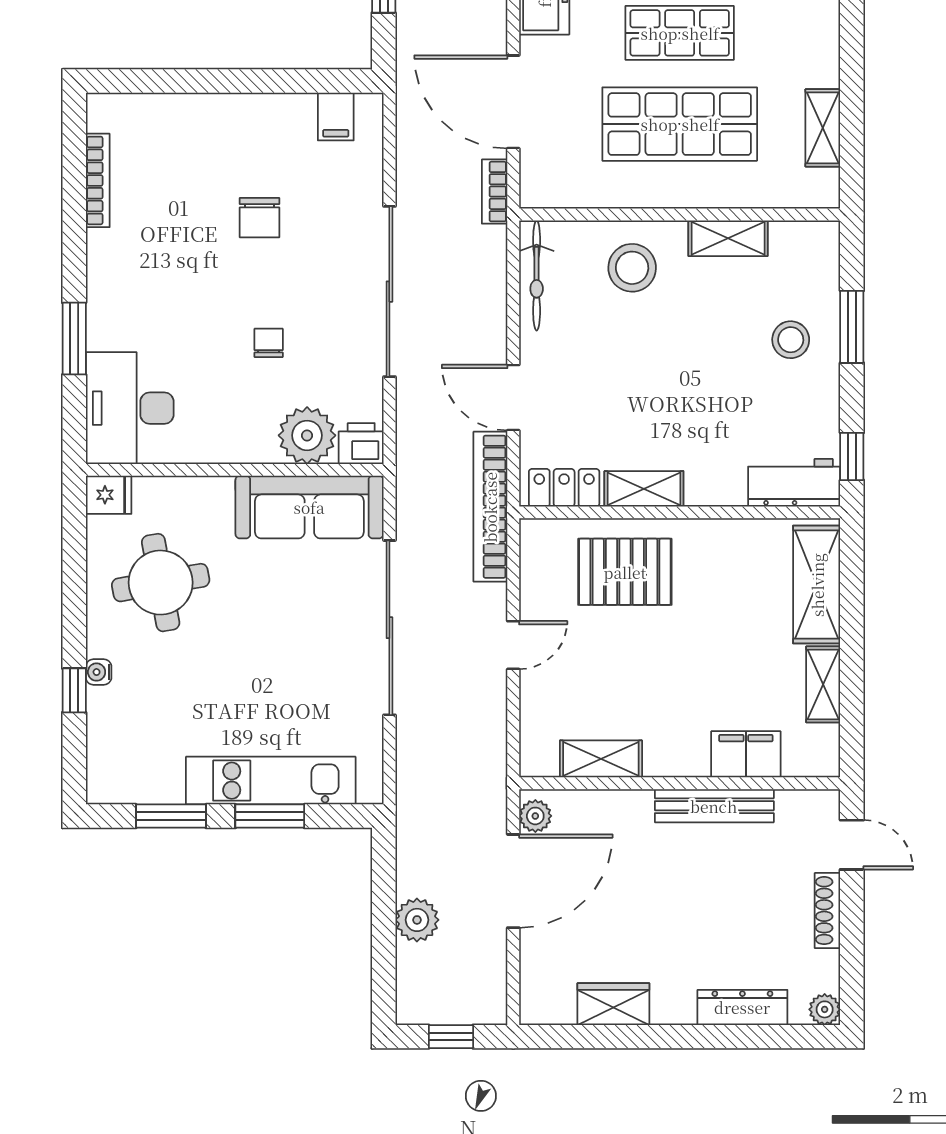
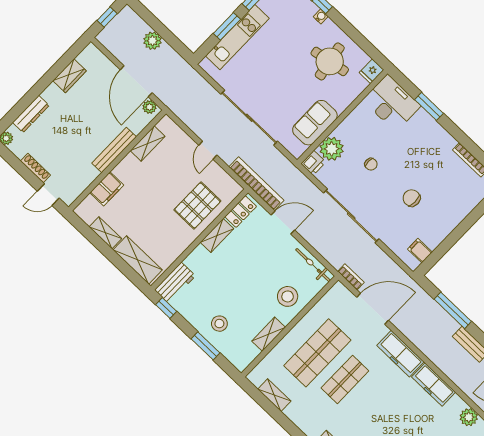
sofa: (309, 507) -> (315, 123), width x0.73
bench: (714, 806) -> (114, 150), moved

